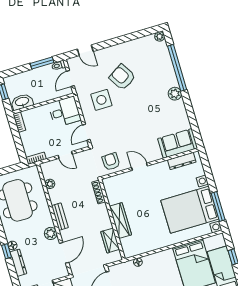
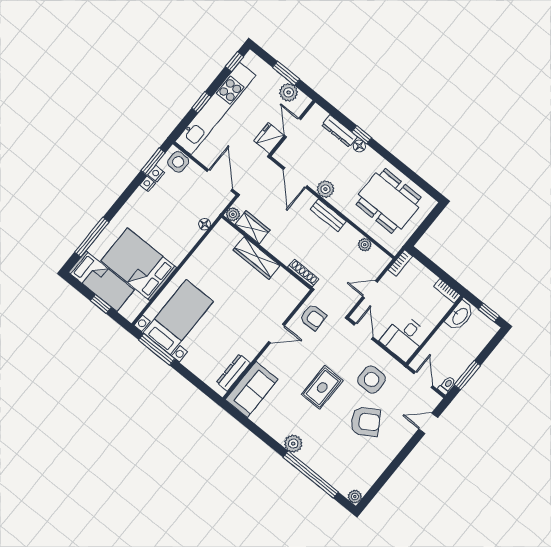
rug: (134, 115) -> (322, 387), added
bed with nightstands: (190, 210) -> (178, 317), width x0.73
plant: (117, 256) -> (233, 214), added

